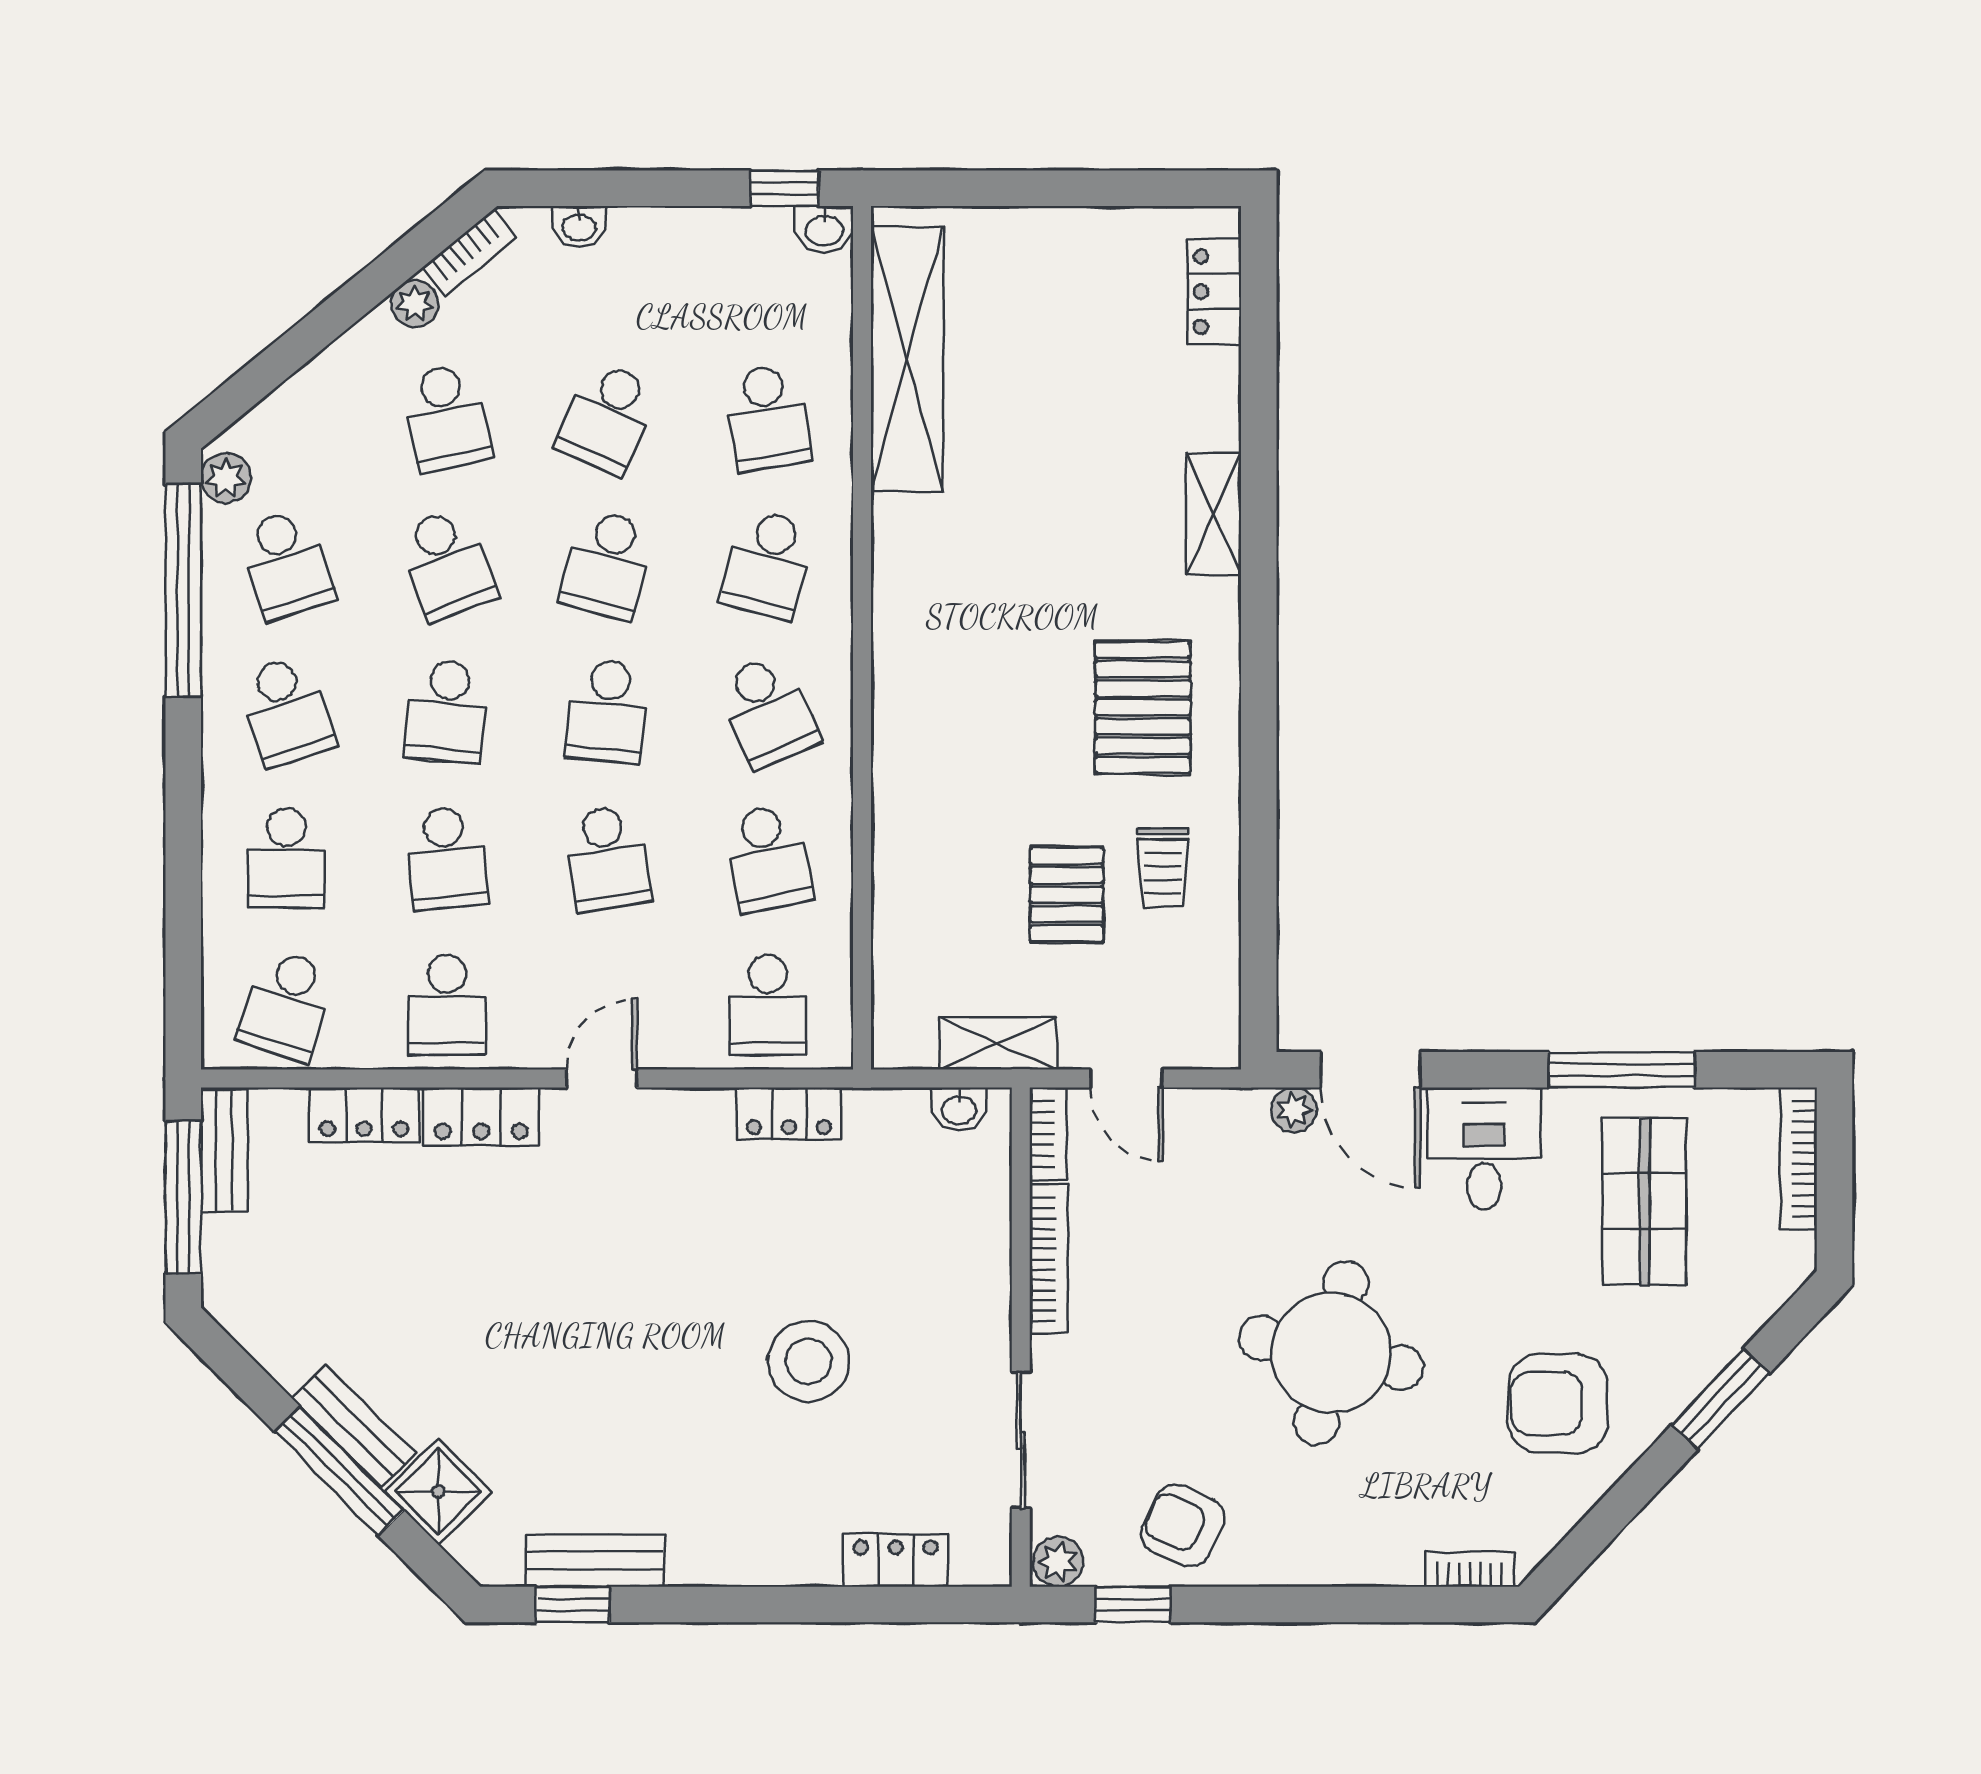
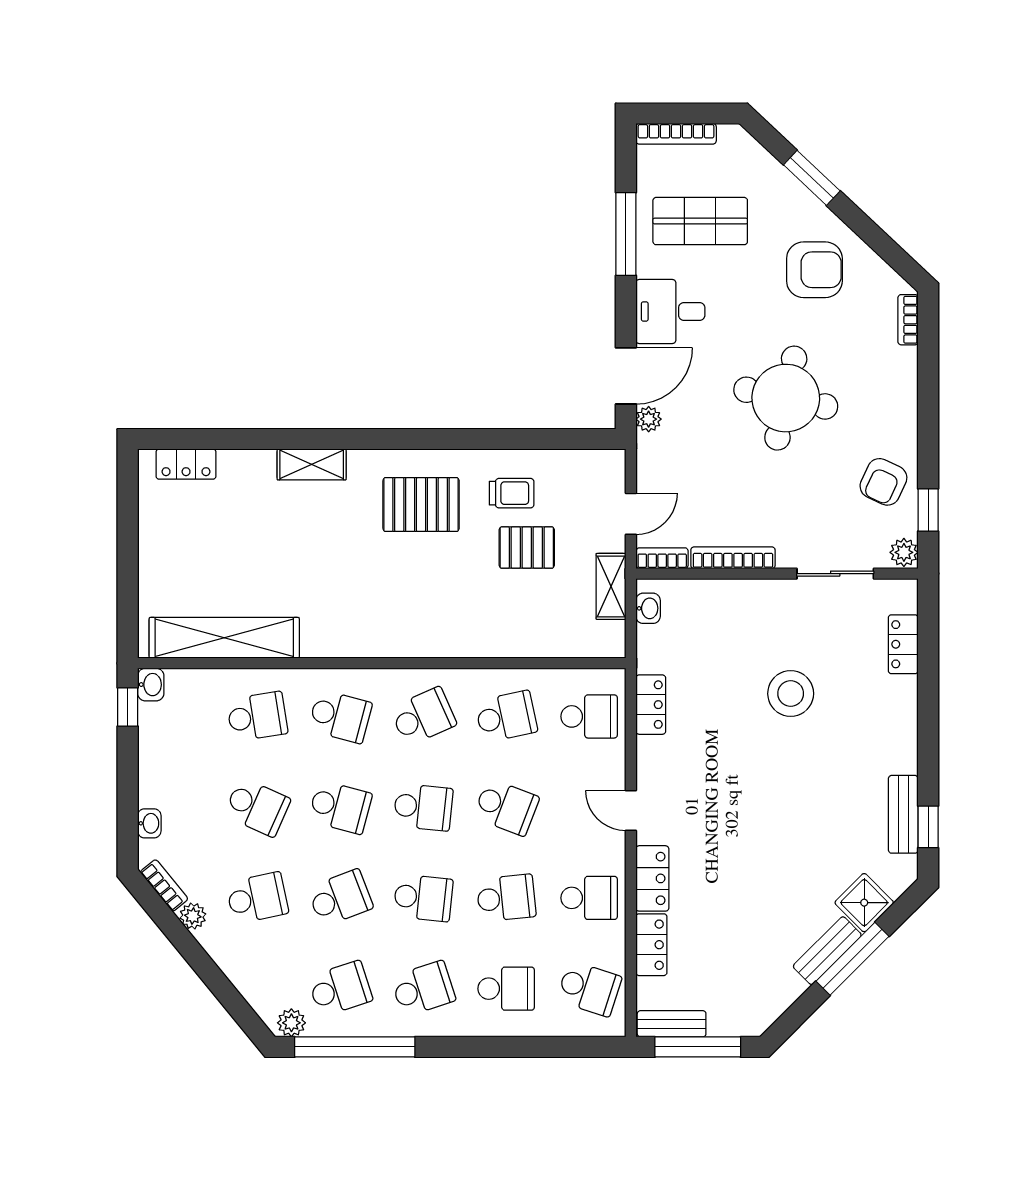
school desk: (607, 858) -> (506, 807), turned 30
armchair: (1558, 1403) -> (814, 270), turned -90

